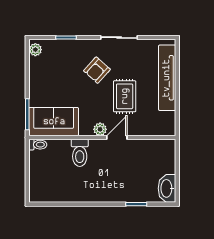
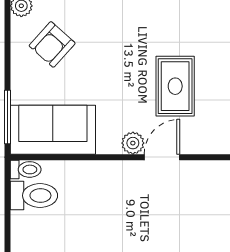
armchair: (97, 70) -> (52, 44), moved
toilet: (80, 153) -> (34, 196), moved, turned -90

